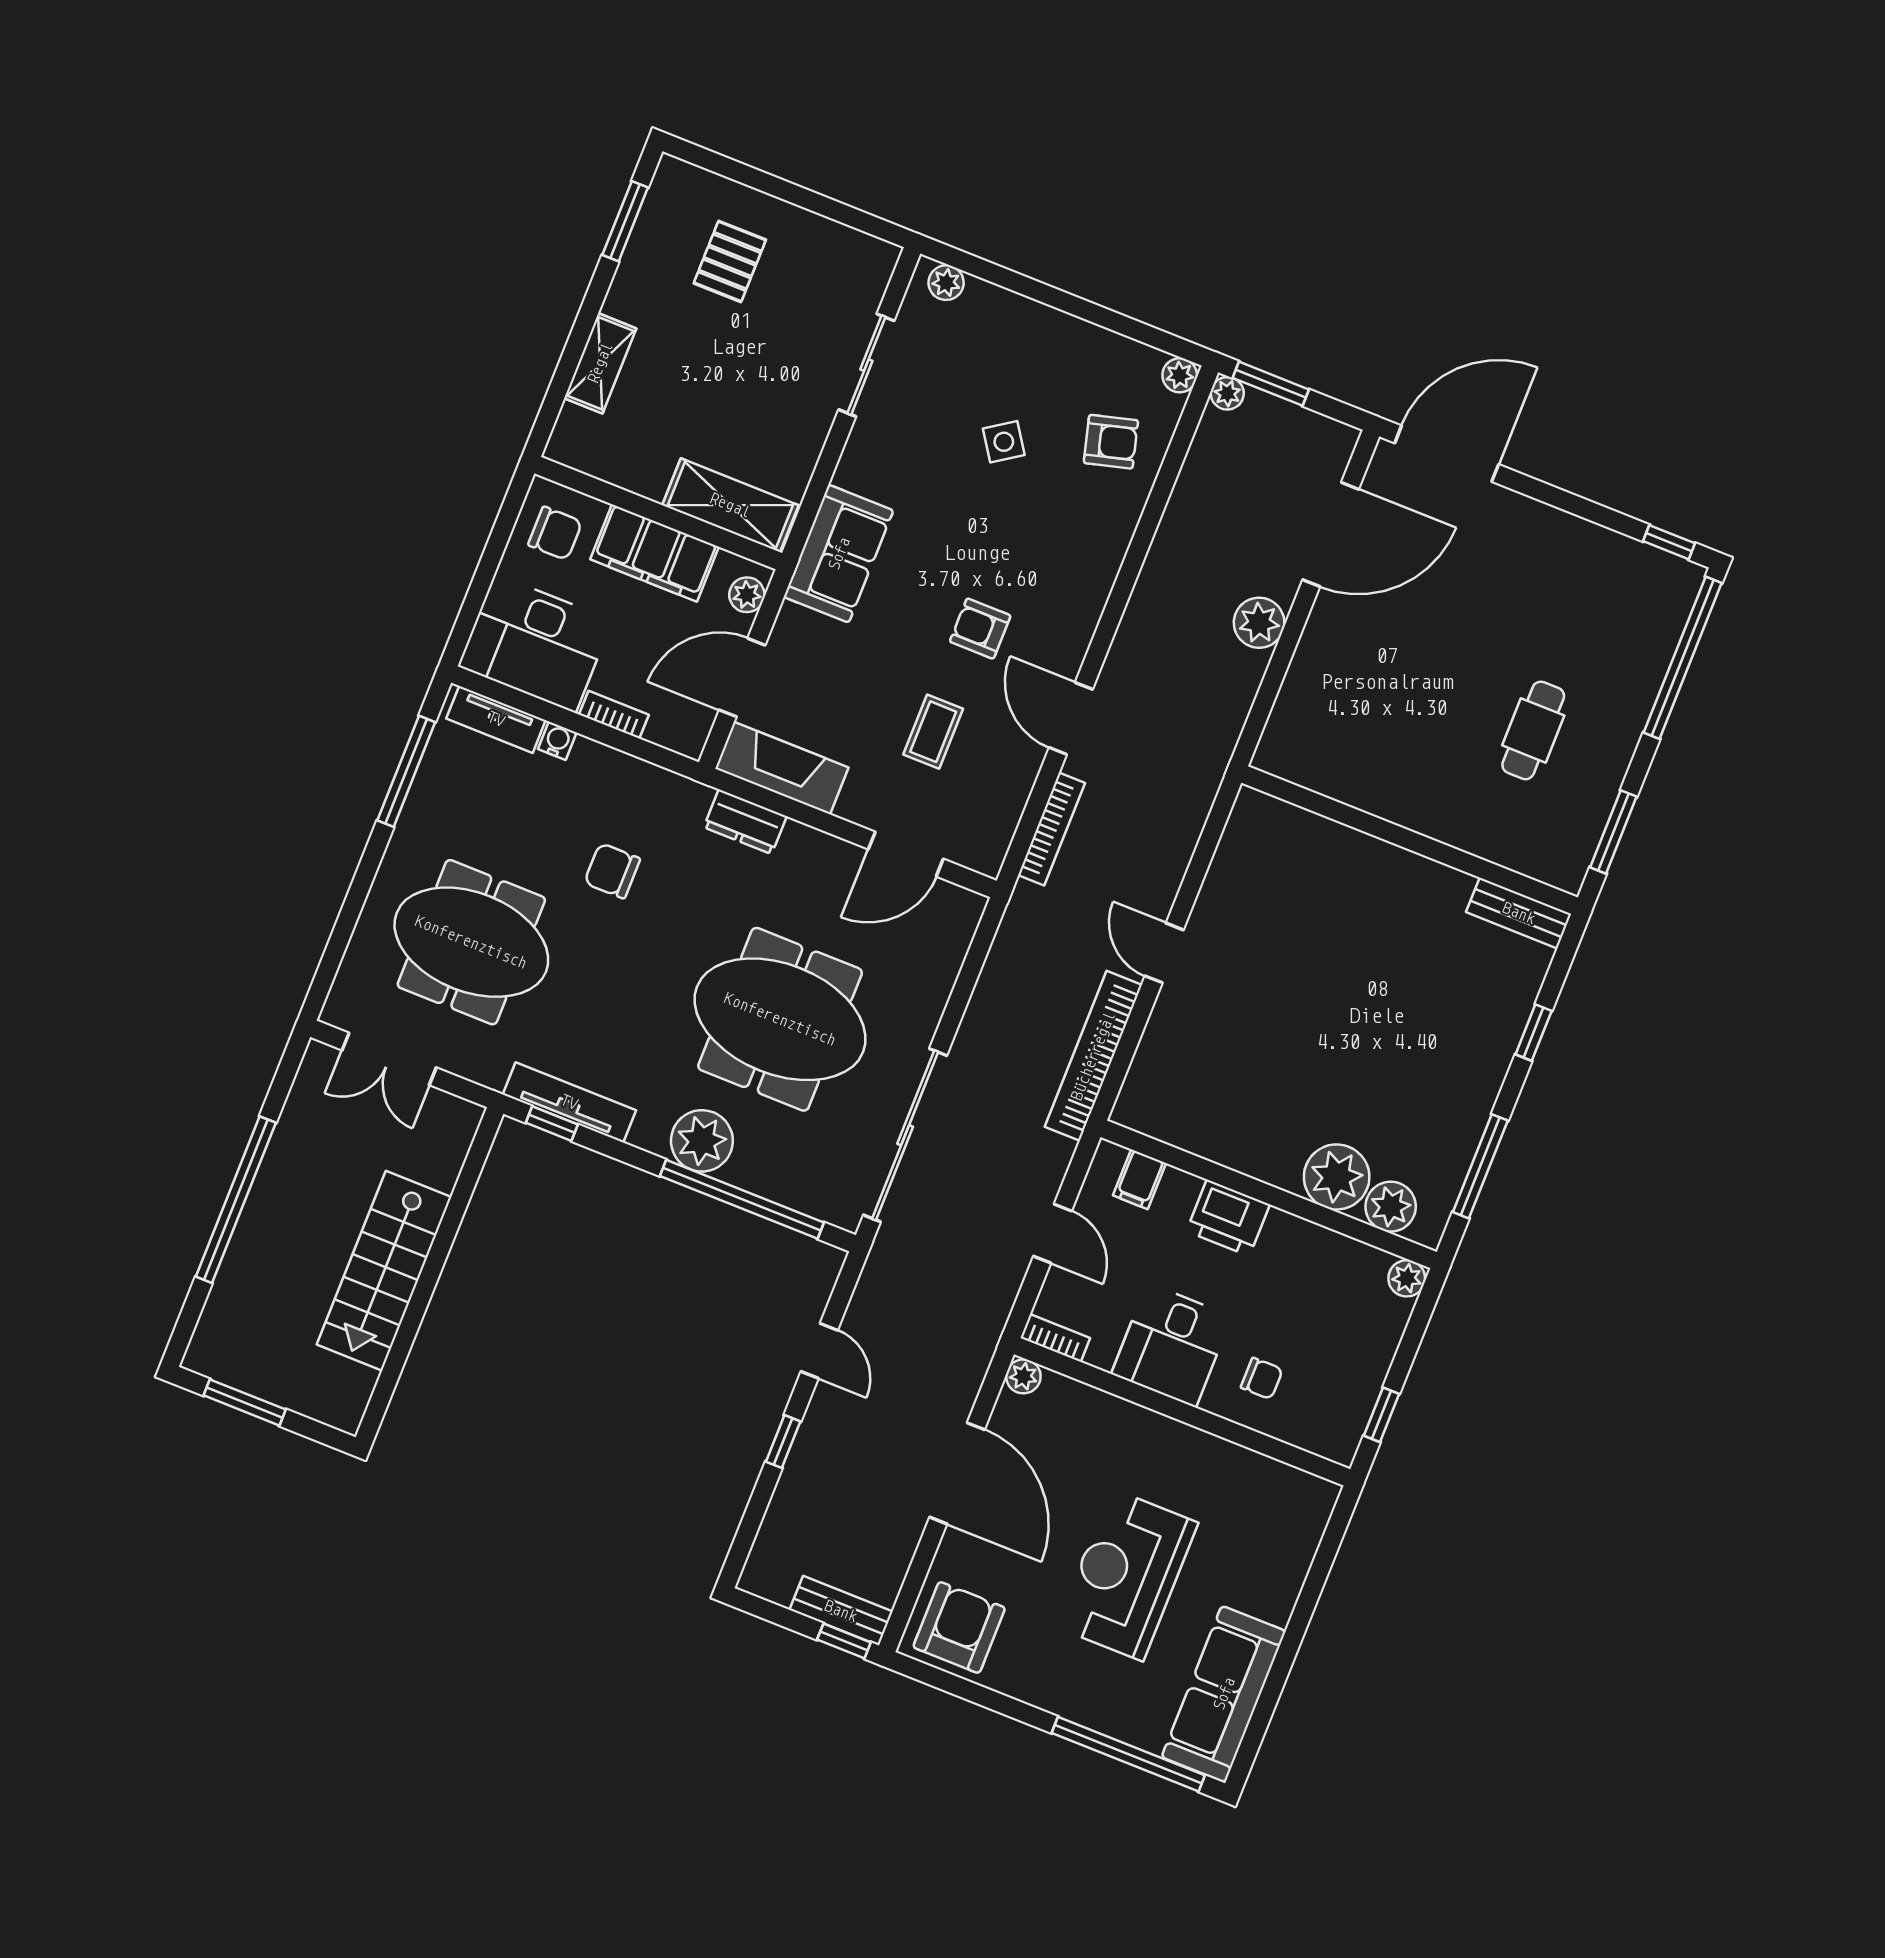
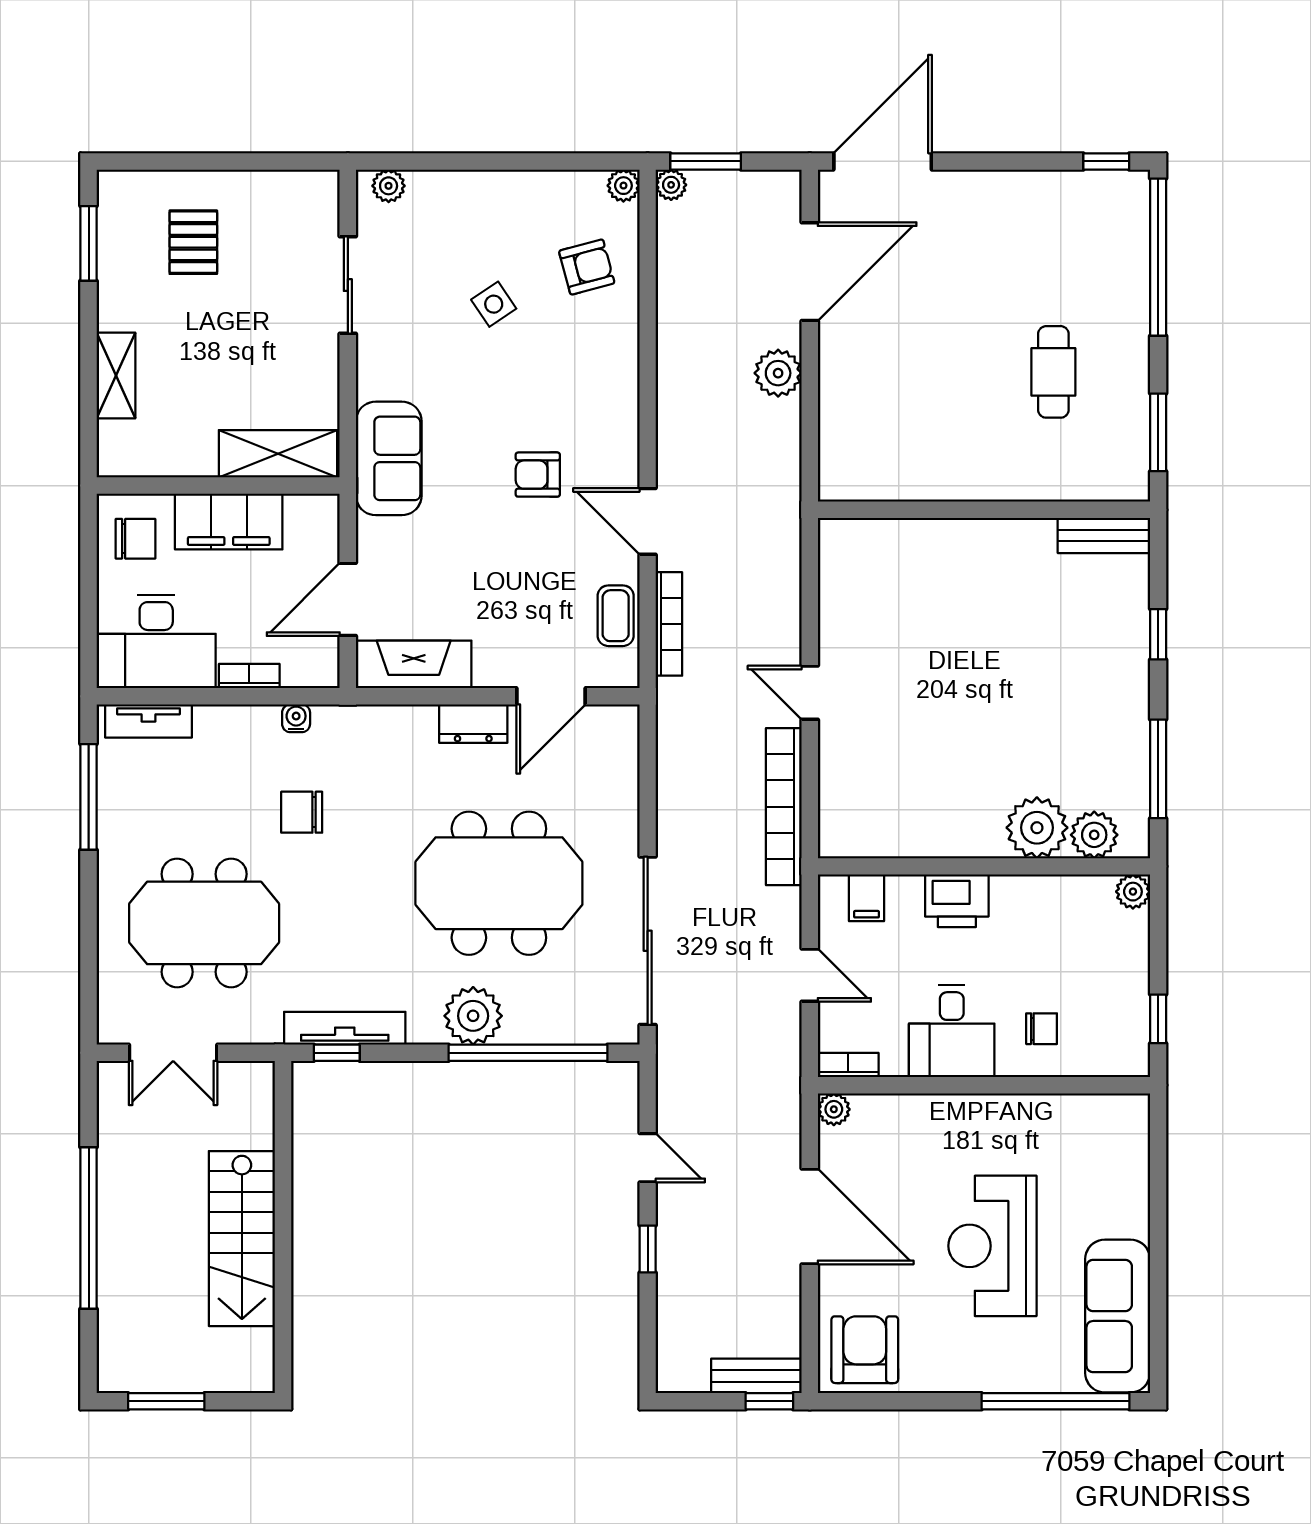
plant: (747, 595) -> (323, 526), removed
coffee table: (933, 732) -> (616, 616), moved
water cooler: (557, 741) -> (296, 718), moved
dresser: (745, 822) -> (473, 724), moved

